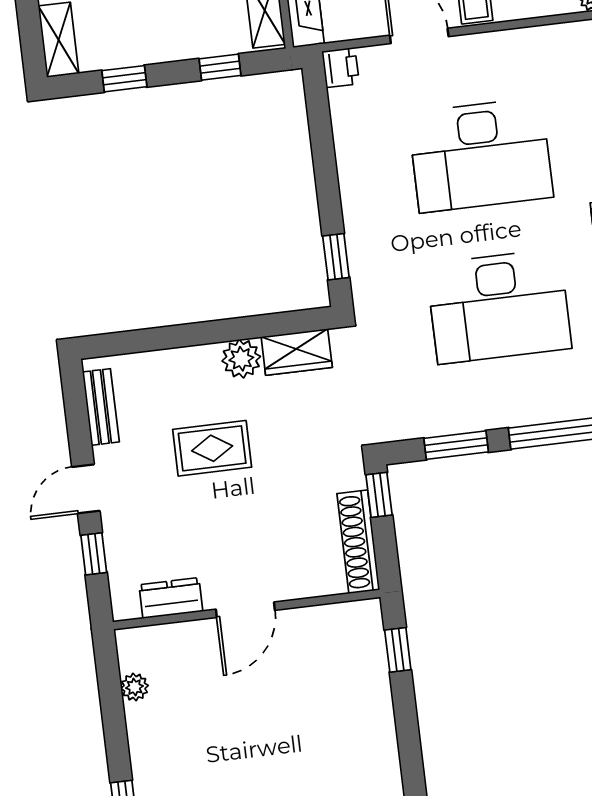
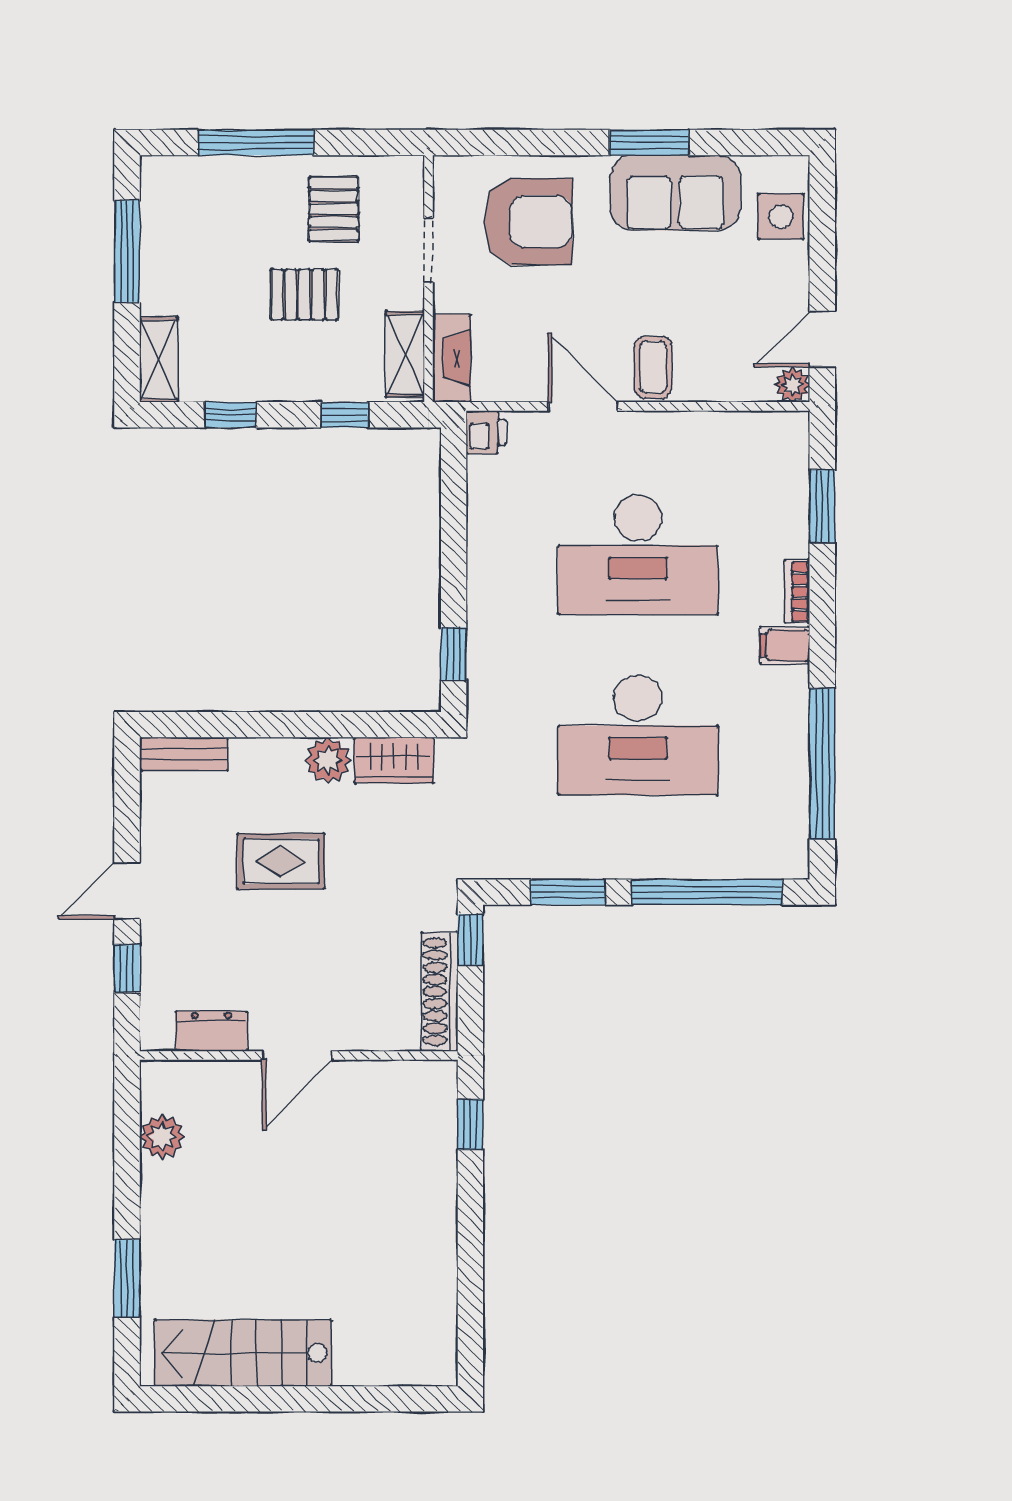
bench: (101, 407) -> (184, 754), moved, turned 90
plant: (135, 687) -> (162, 1137), width x1.38, depth x1.38

